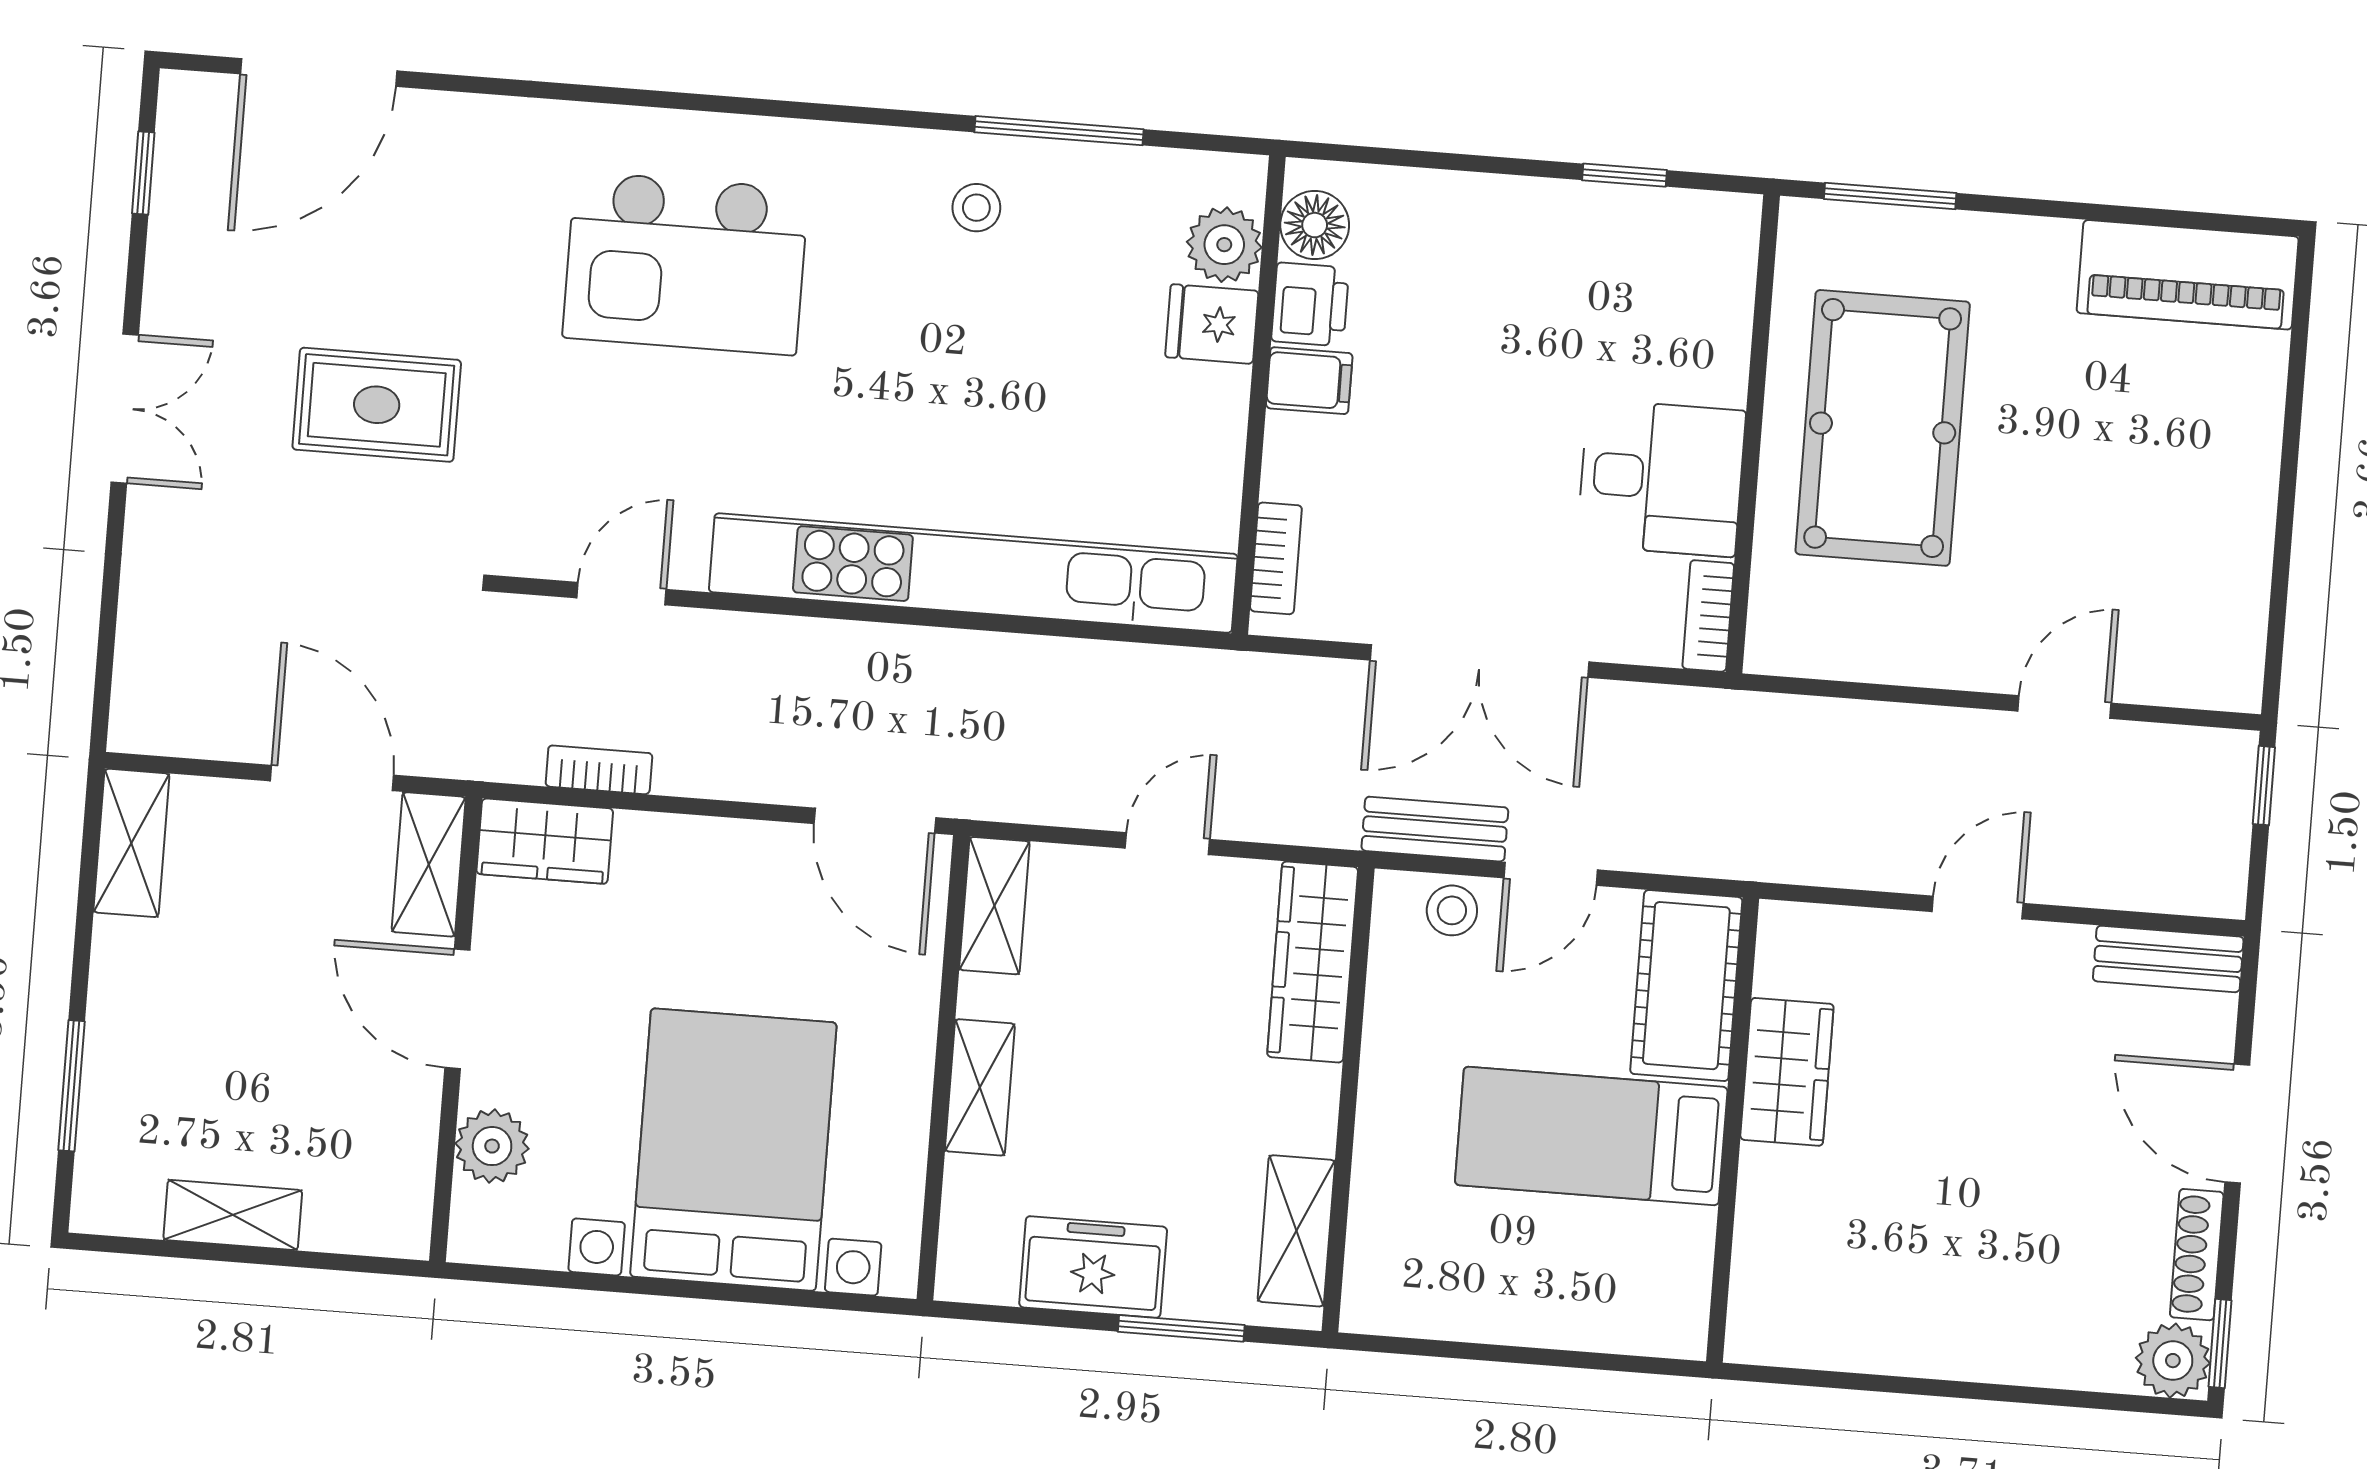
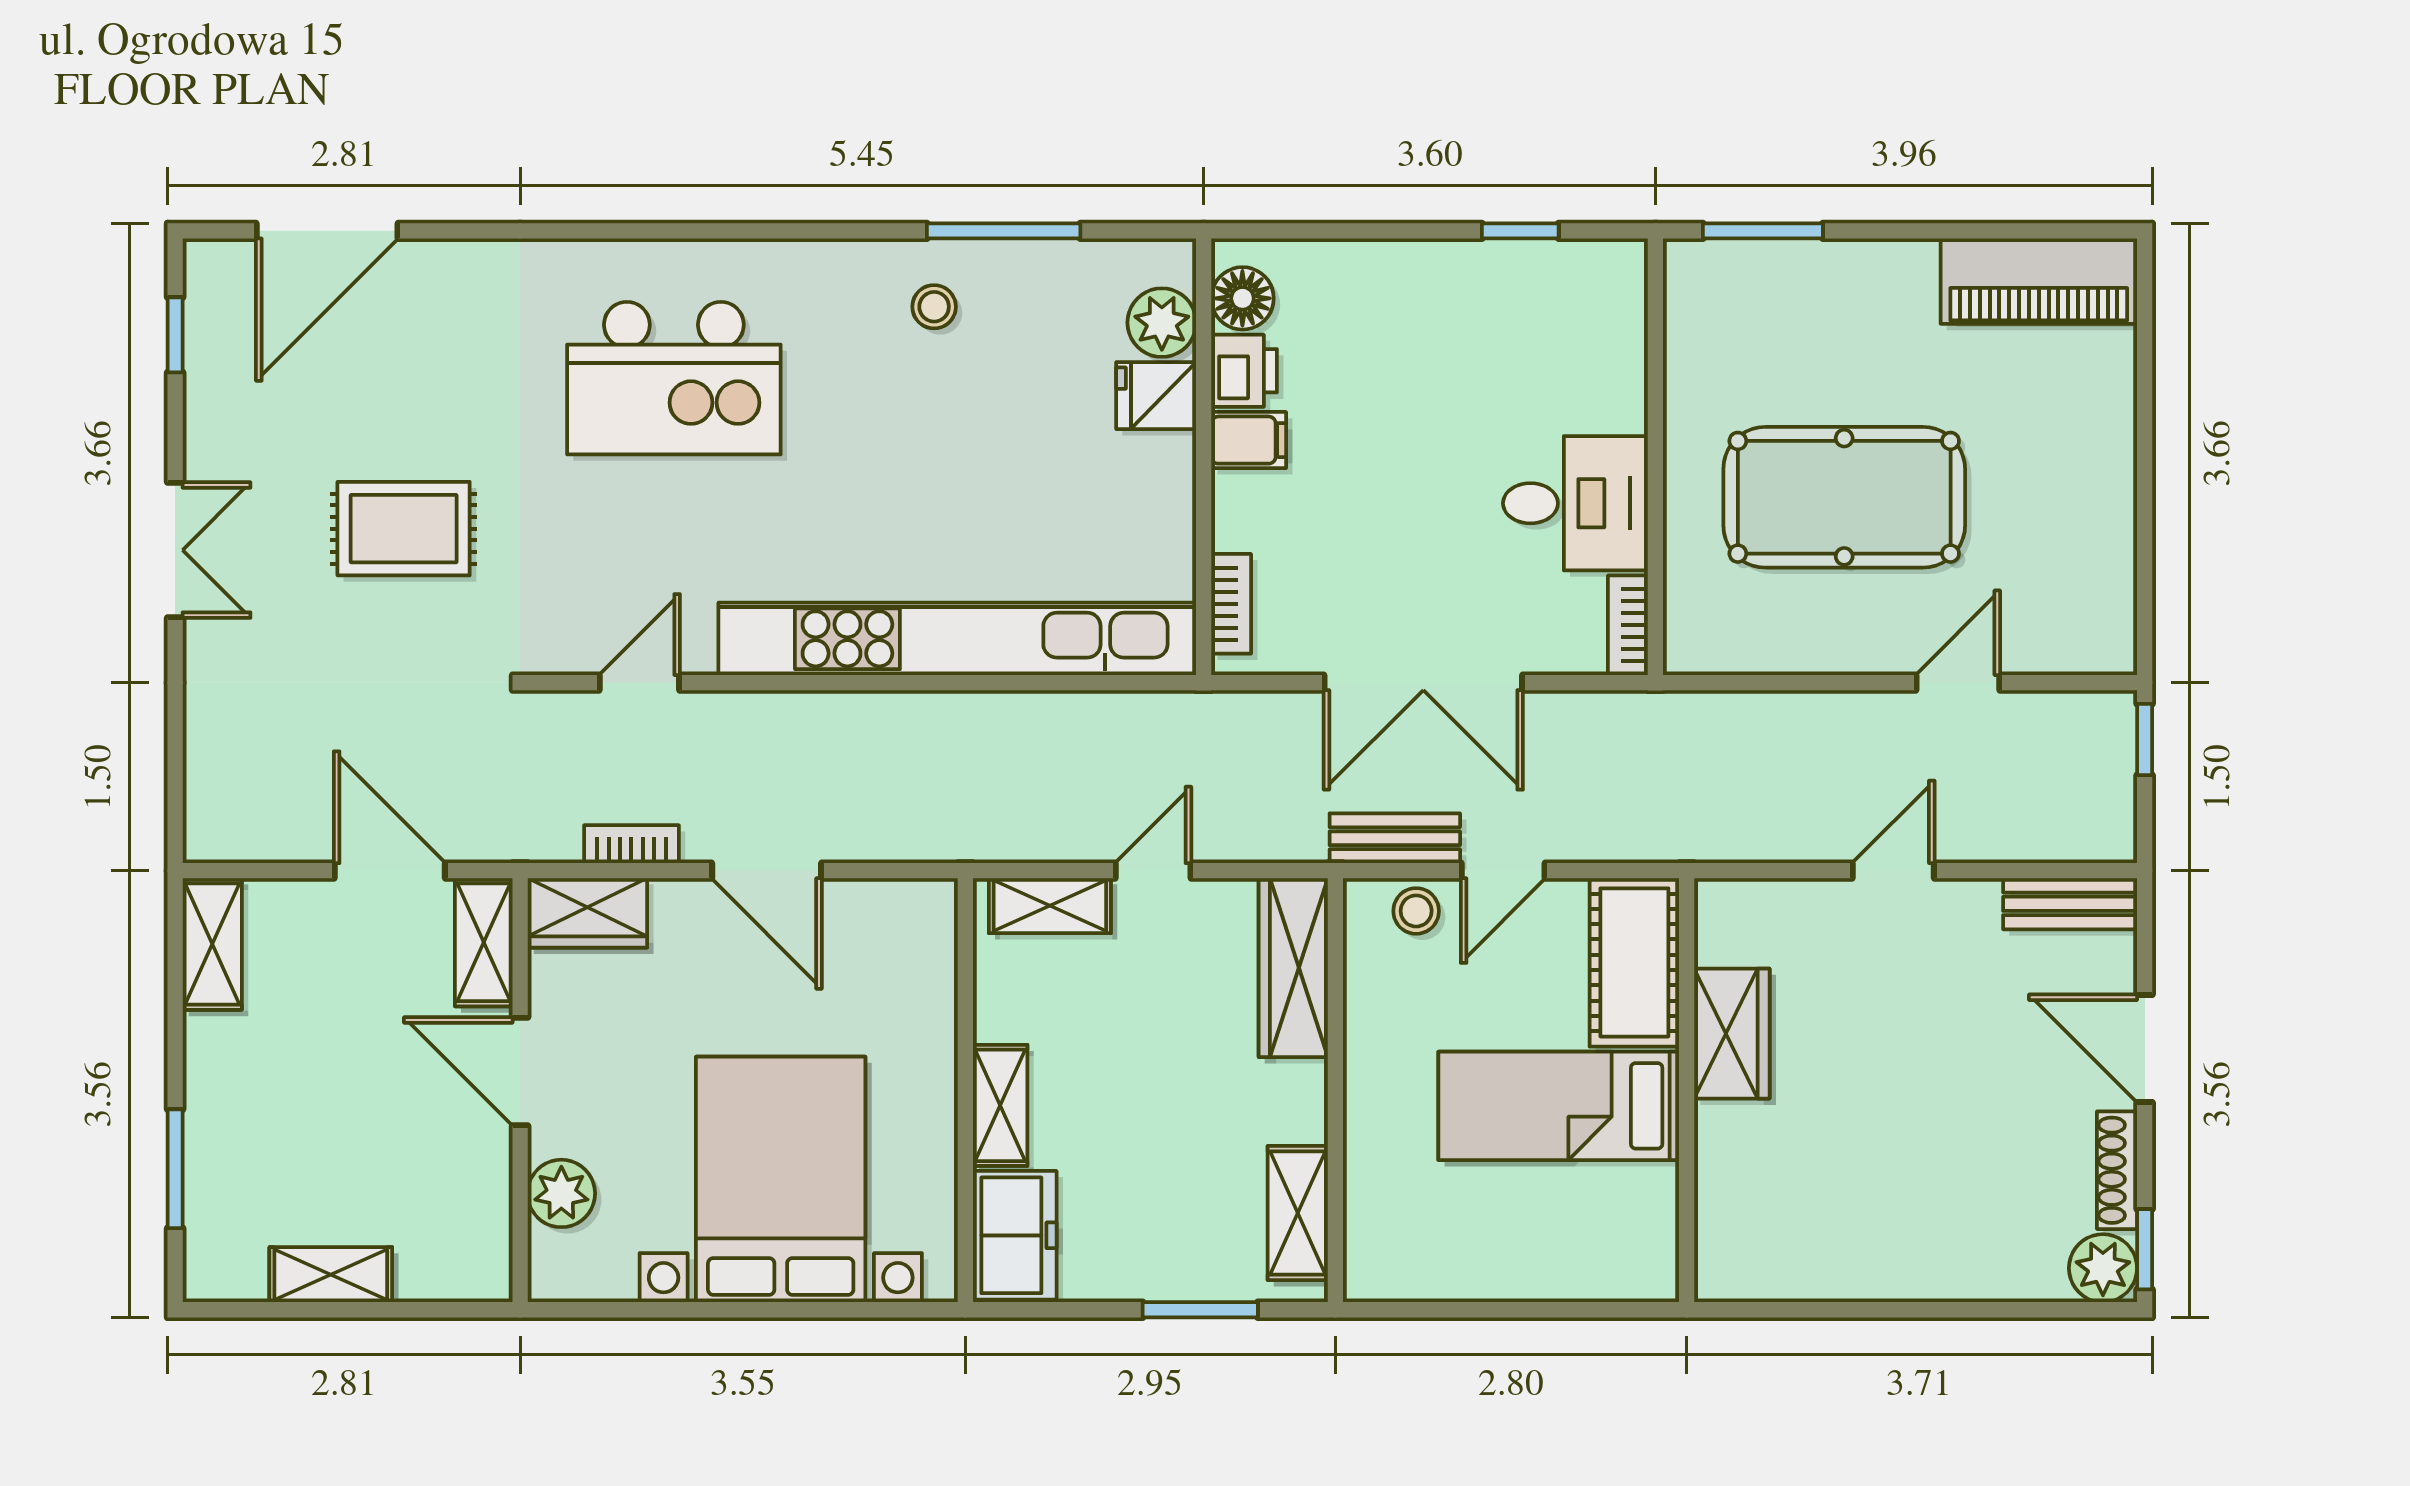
pool table: (1883, 428) -> (1844, 497), moved, turned 90
door: (875, 821) -> (767, 871), moved
shelving: (994, 906) -> (1050, 906), moved, turned 90
freezer: (1093, 1267) -> (1015, 1235), moved, turned 90

